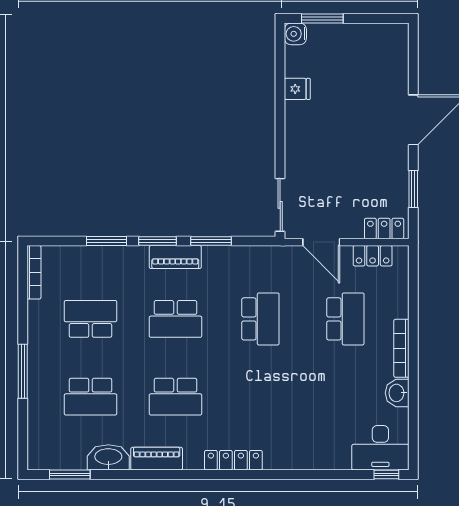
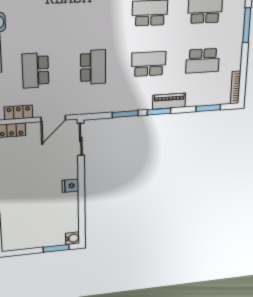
fridge: (297, 89) -> (70, 186), moved
window: (107, 241) -> (208, 108), moved
door: (321, 242) -> (53, 119), swing flipped
piano: (175, 257) -> (169, 101), moved
school desk: (260, 319) -> (93, 67), turned 180

